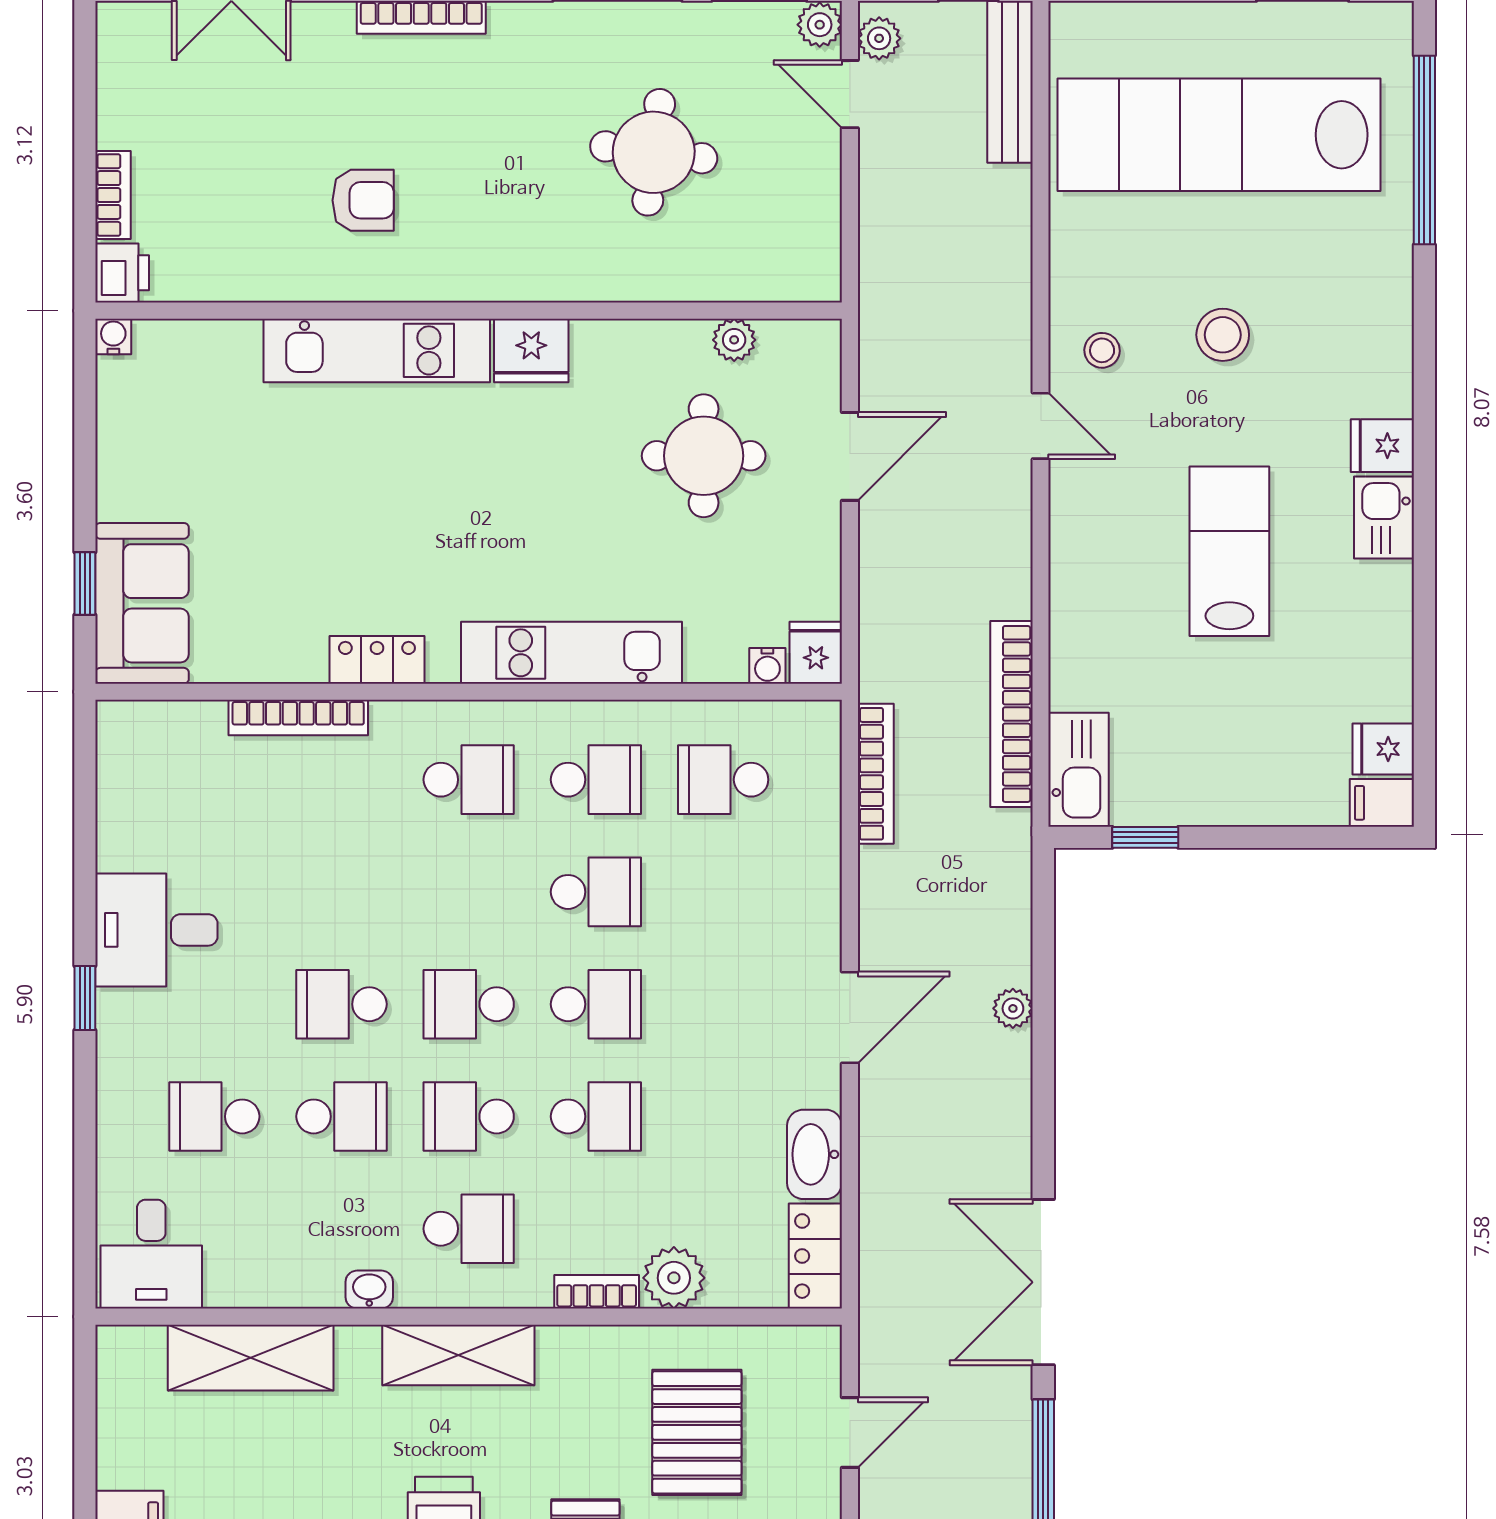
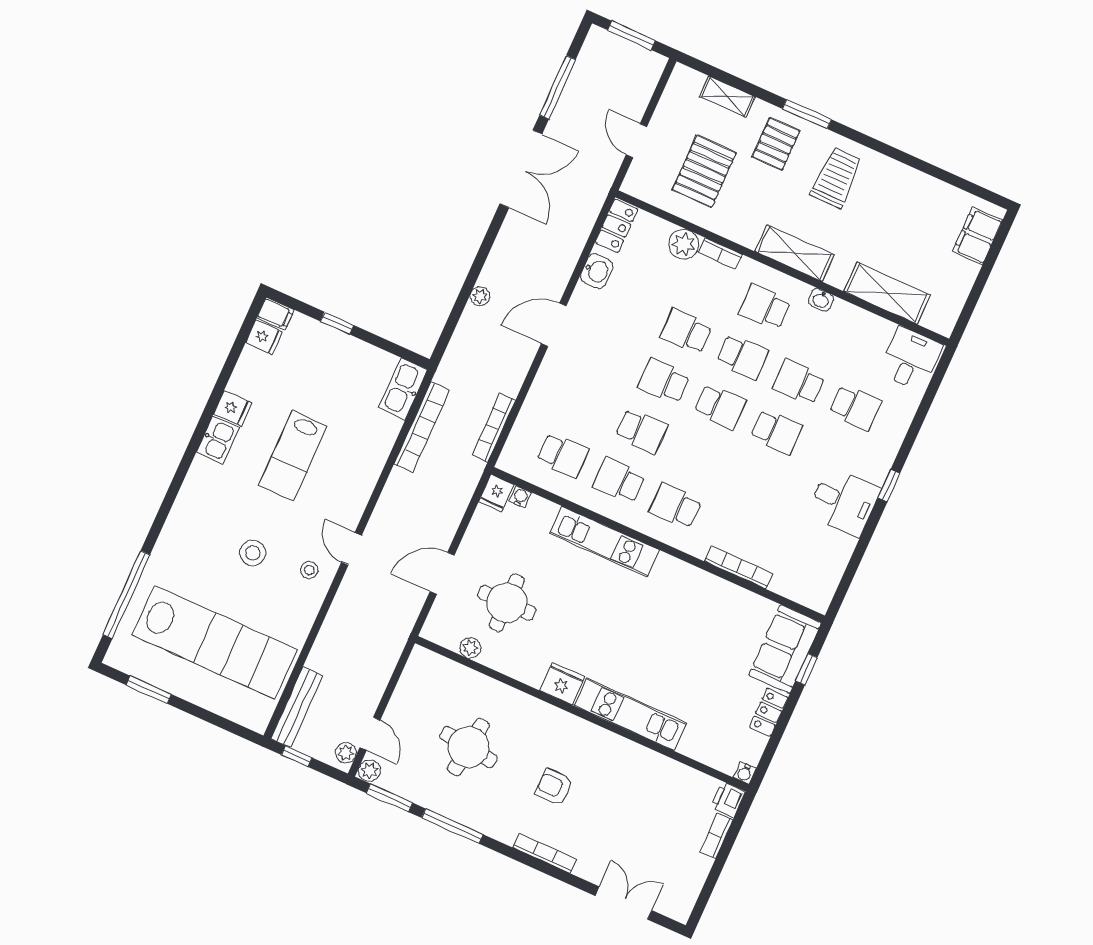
armchair: (363, 200) -> (554, 787), moved
fridge: (1382, 446) -> (233, 408), moved
locker: (377, 660) -> (769, 712), moved, turned 90
window: (1145, 837) -> (337, 323), moved
school desk: (596, 892) -> (641, 431), turned 180
washbasin: (815, 1154) -> (597, 271), width x0.72
door: (850, 1433) -> (636, 141), hinge flipped

